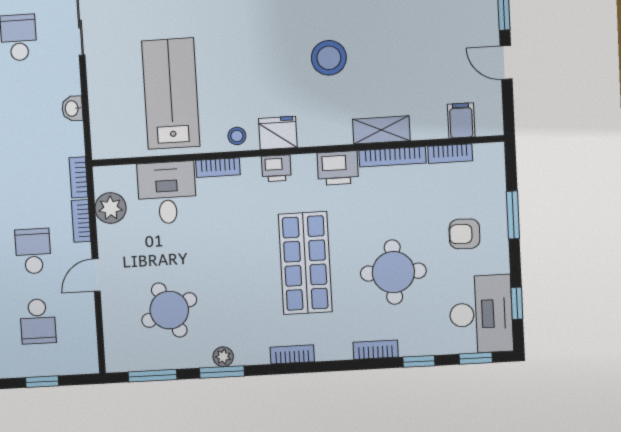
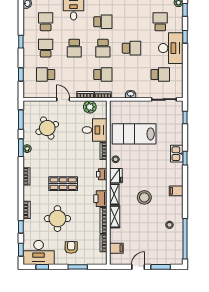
lab bench: (171, 94) -> (134, 134), turned 180
shelving: (325, 134) -> (114, 194), added
school desk: (33, 251) -> (103, 75), moved
shop shelf: (305, 263) -> (63, 184), width x0.70, depth x0.74

